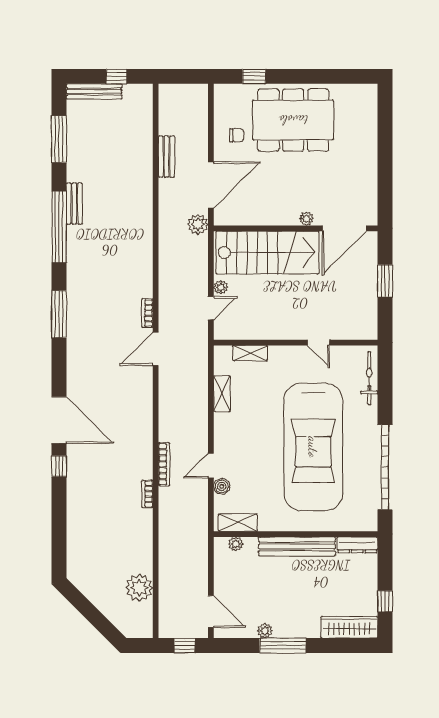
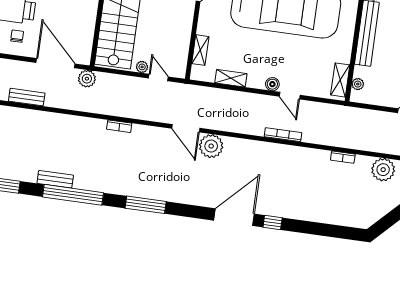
bookcase: (147, 313) -> (119, 126), moved
plant: (139, 382) -> (211, 146), added
boiler: (222, 486) -> (272, 84), moved
bookcase: (147, 494) -> (343, 157), moved

